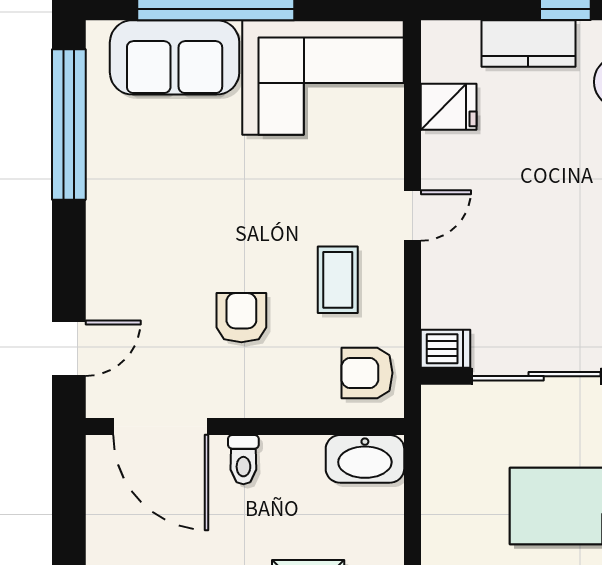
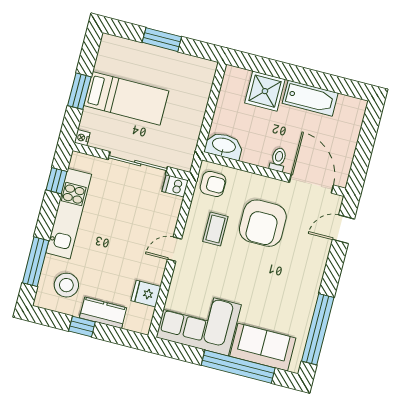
armchair: (241, 318) -> (263, 223), width x1.88, depth x1.88

